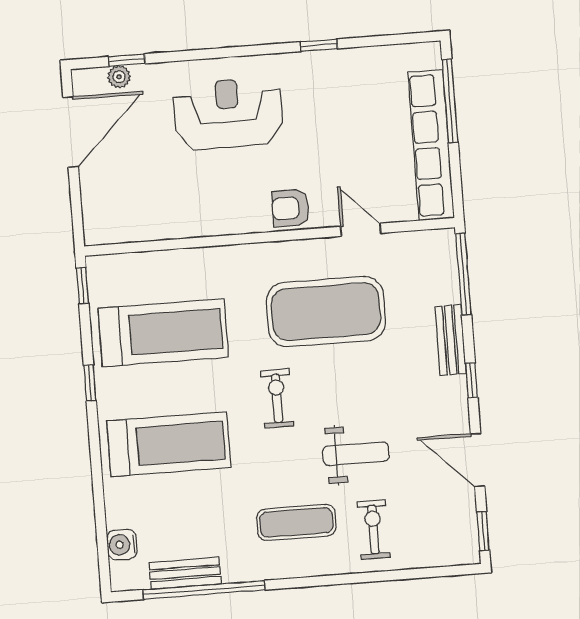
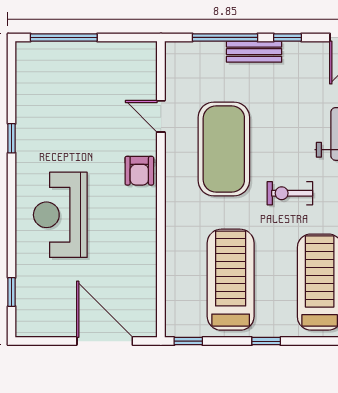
plant: (119, 77) -> (24, 299), removed
door: (71, 132) -> (105, 341), moved
row of seats: (431, 145) -> (98, 55), removed
door: (361, 230) -> (161, 116), hinge flipped
window: (463, 274) -> (225, 37), moved

